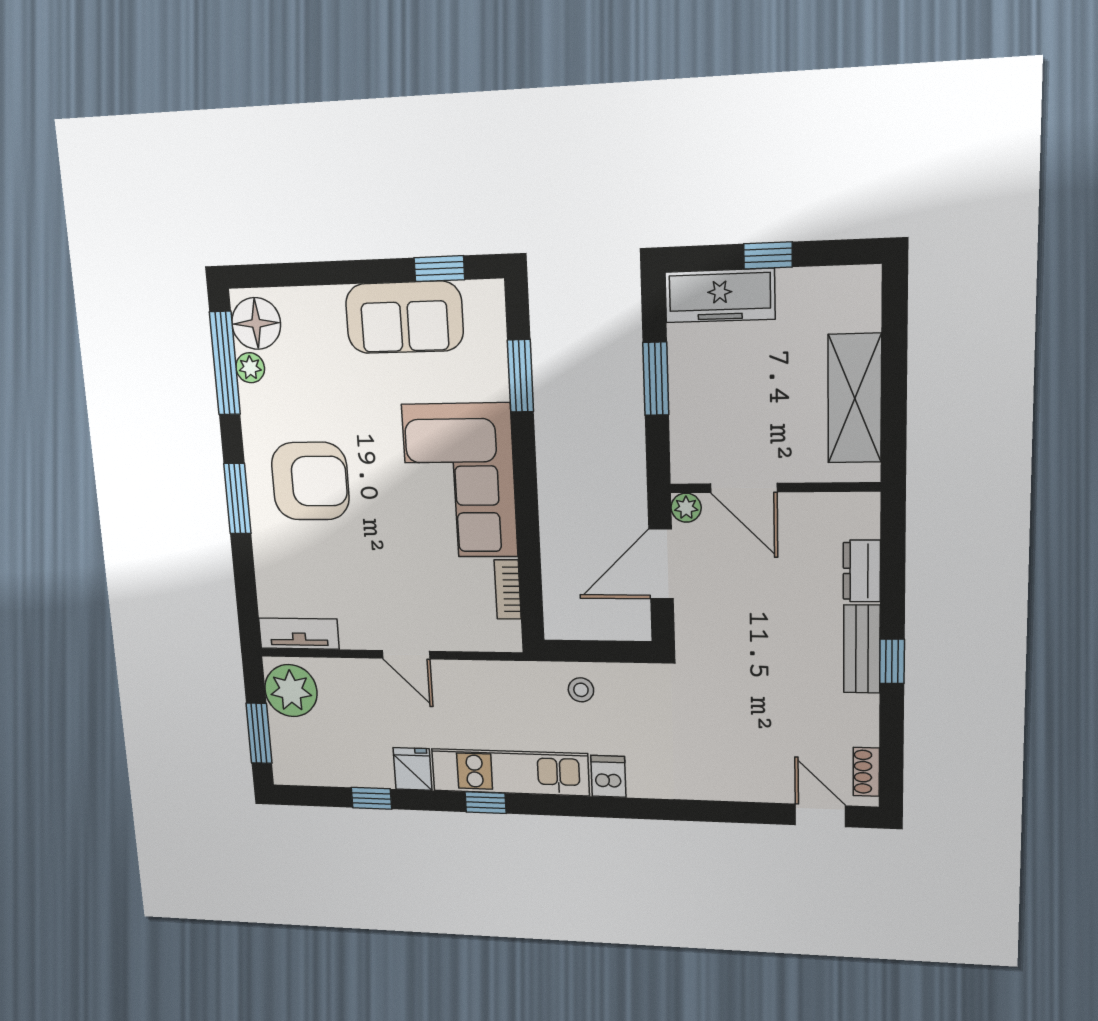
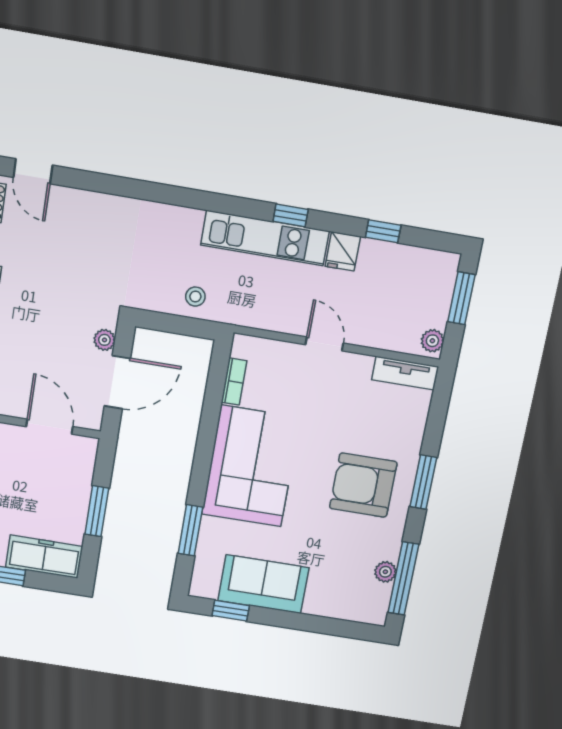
floor lamp: (256, 323) -> (372, 600), removed
plant: (686, 508) -> (104, 340), moved
plant: (291, 691) -> (432, 341), width x0.53, depth x0.53
dishwasher: (608, 776) -> (189, 224), removed

